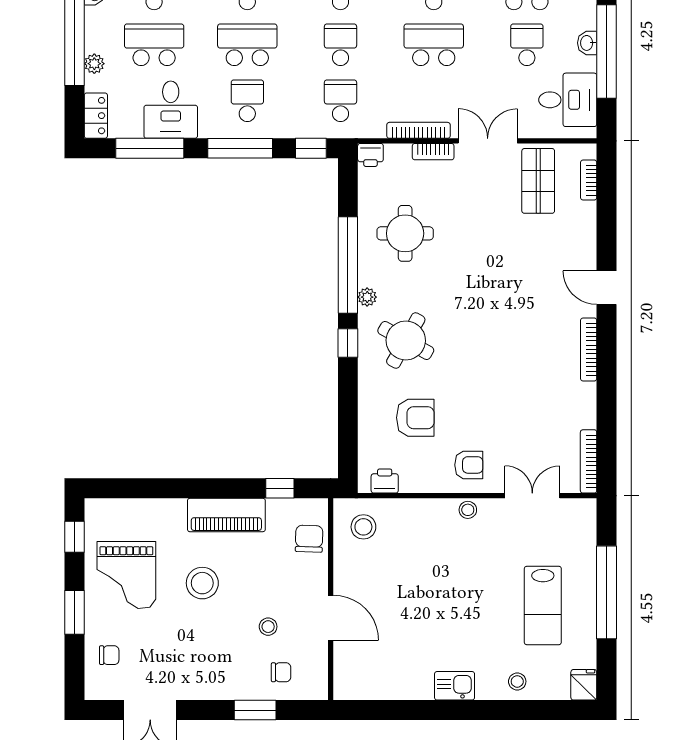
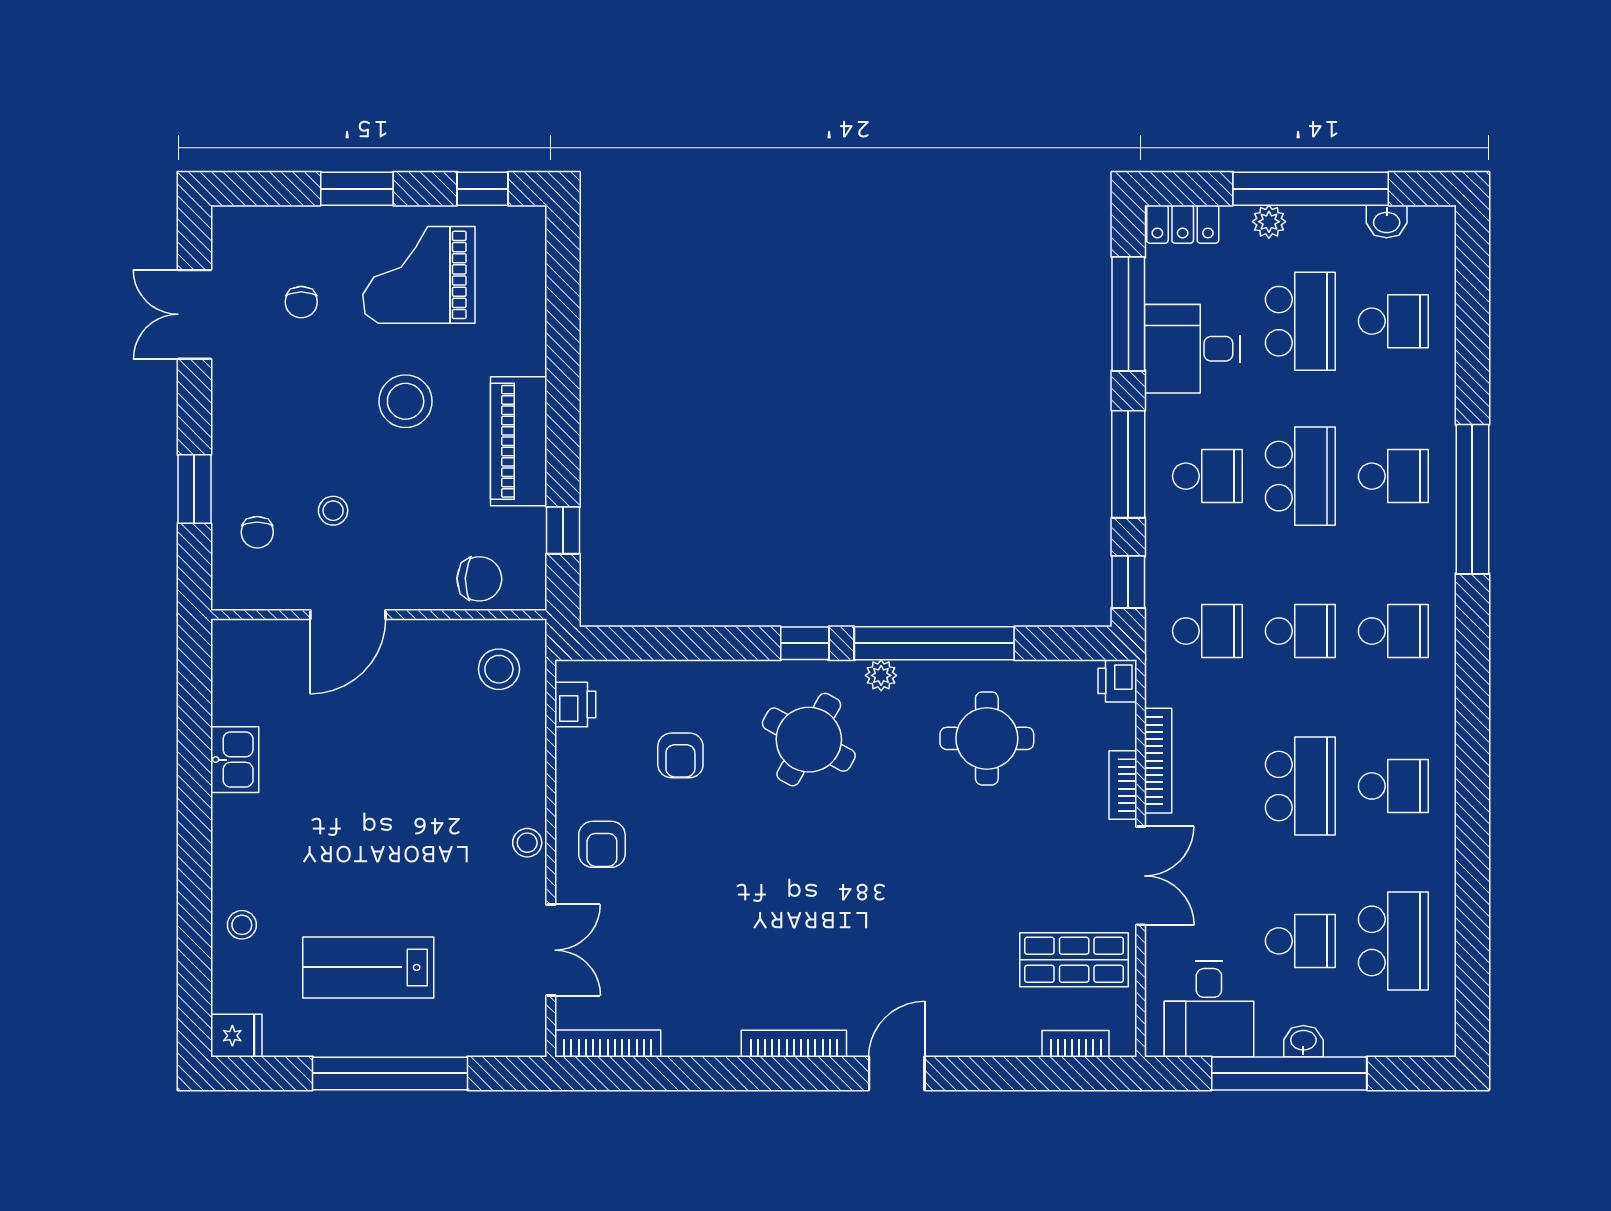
armchair: (415, 418) -> (680, 755), width x0.72, depth x0.72
chair: (109, 655) -> (301, 302), moved
kitchen sink: (455, 686) -> (235, 760), moved

